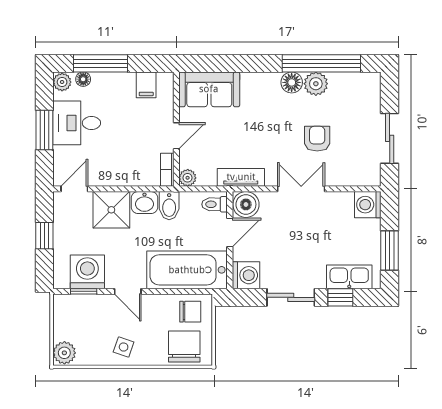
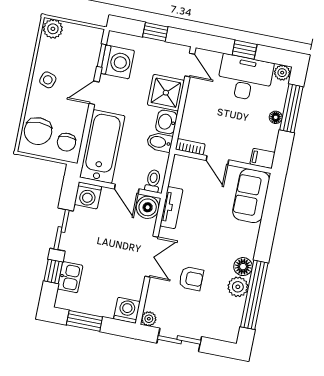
floor lamp: (83, 79) -> (276, 117), moved
filing cabinet: (146, 85) -> (263, 158), moved
desk: (77, 123) -> (245, 78), width x1.37
window: (44, 130) -> (245, 50), width x0.67
plant: (188, 178) -> (149, 319), moved
kitchen sink: (349, 277) -> (70, 277), width x0.73
chair: (184, 347) -> (38, 131), turned 90

